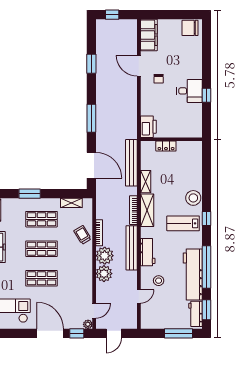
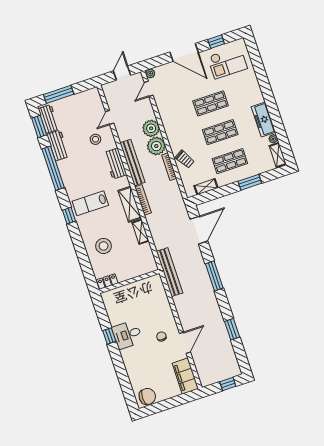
door: (139, 66) -> (185, 343), hinge flipped
printer: (148, 127) -> (156, 286), removed
locker: (166, 146) -> (107, 282), moved
bench: (131, 163) -> (169, 272), moved
door: (91, 165) -> (199, 230), swing flipped
stool: (193, 198) -> (104, 246), moved
lab bench: (183, 223) -> (90, 203), turned 180
workbench: (193, 274) -> (58, 145), width x0.53, depth x0.76
window: (77, 333) -> (216, 42), moved

